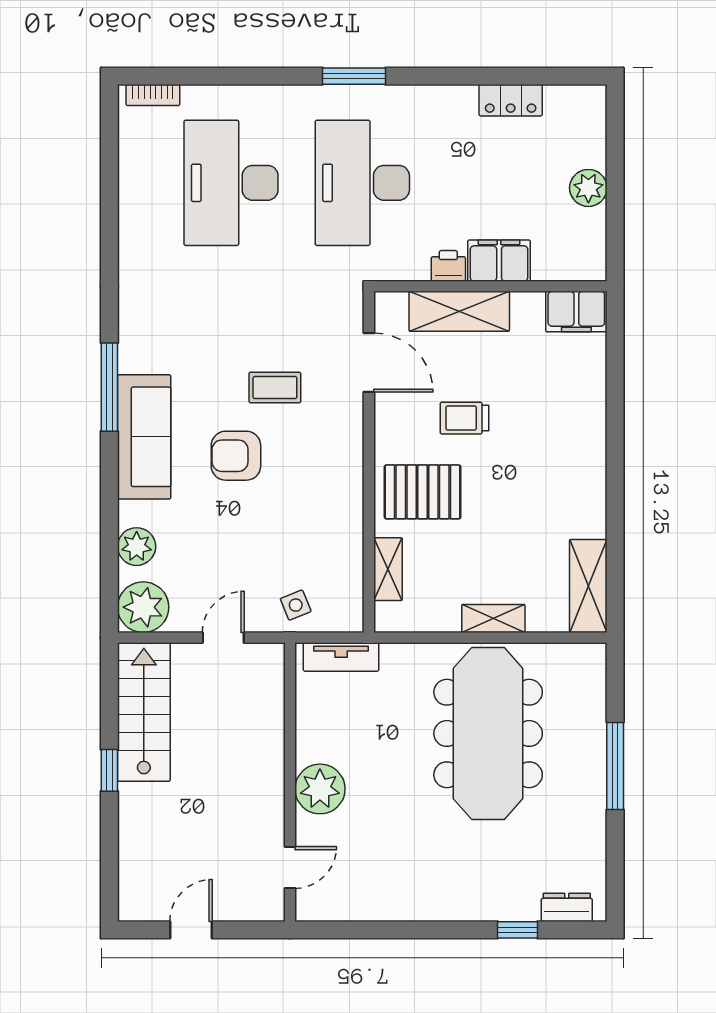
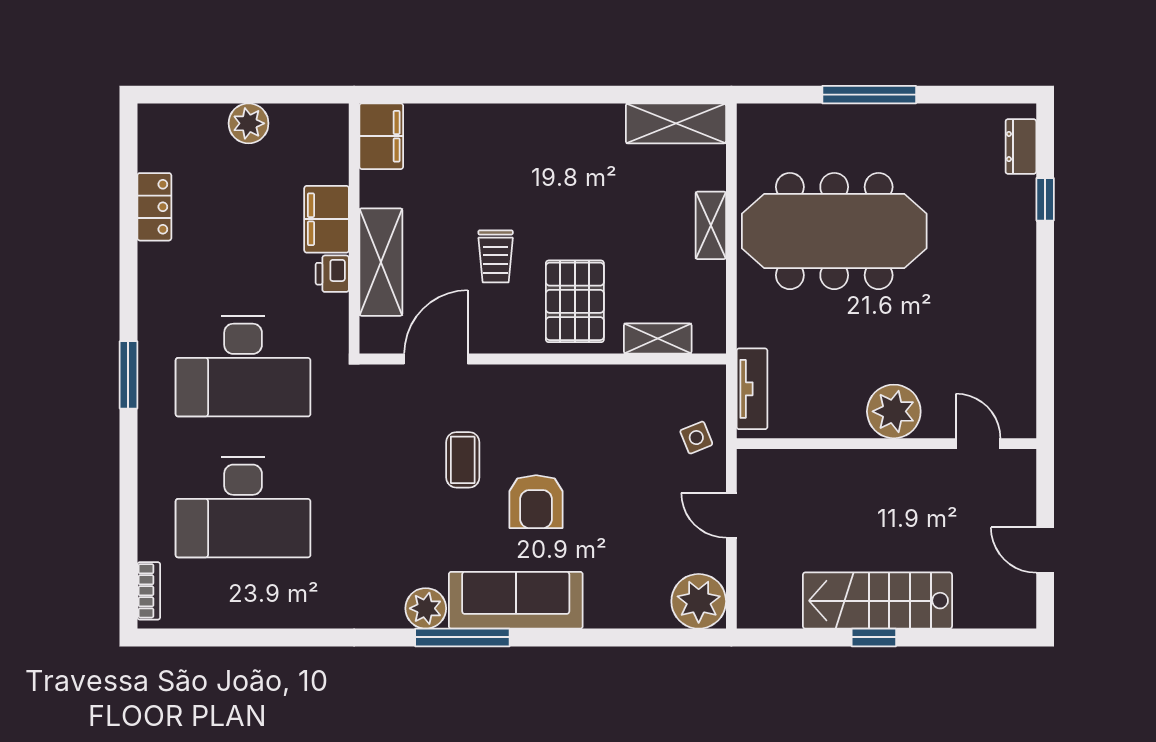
plant: (137, 547) -> (426, 608), moved
stairs: (144, 712) -> (877, 601), moved

